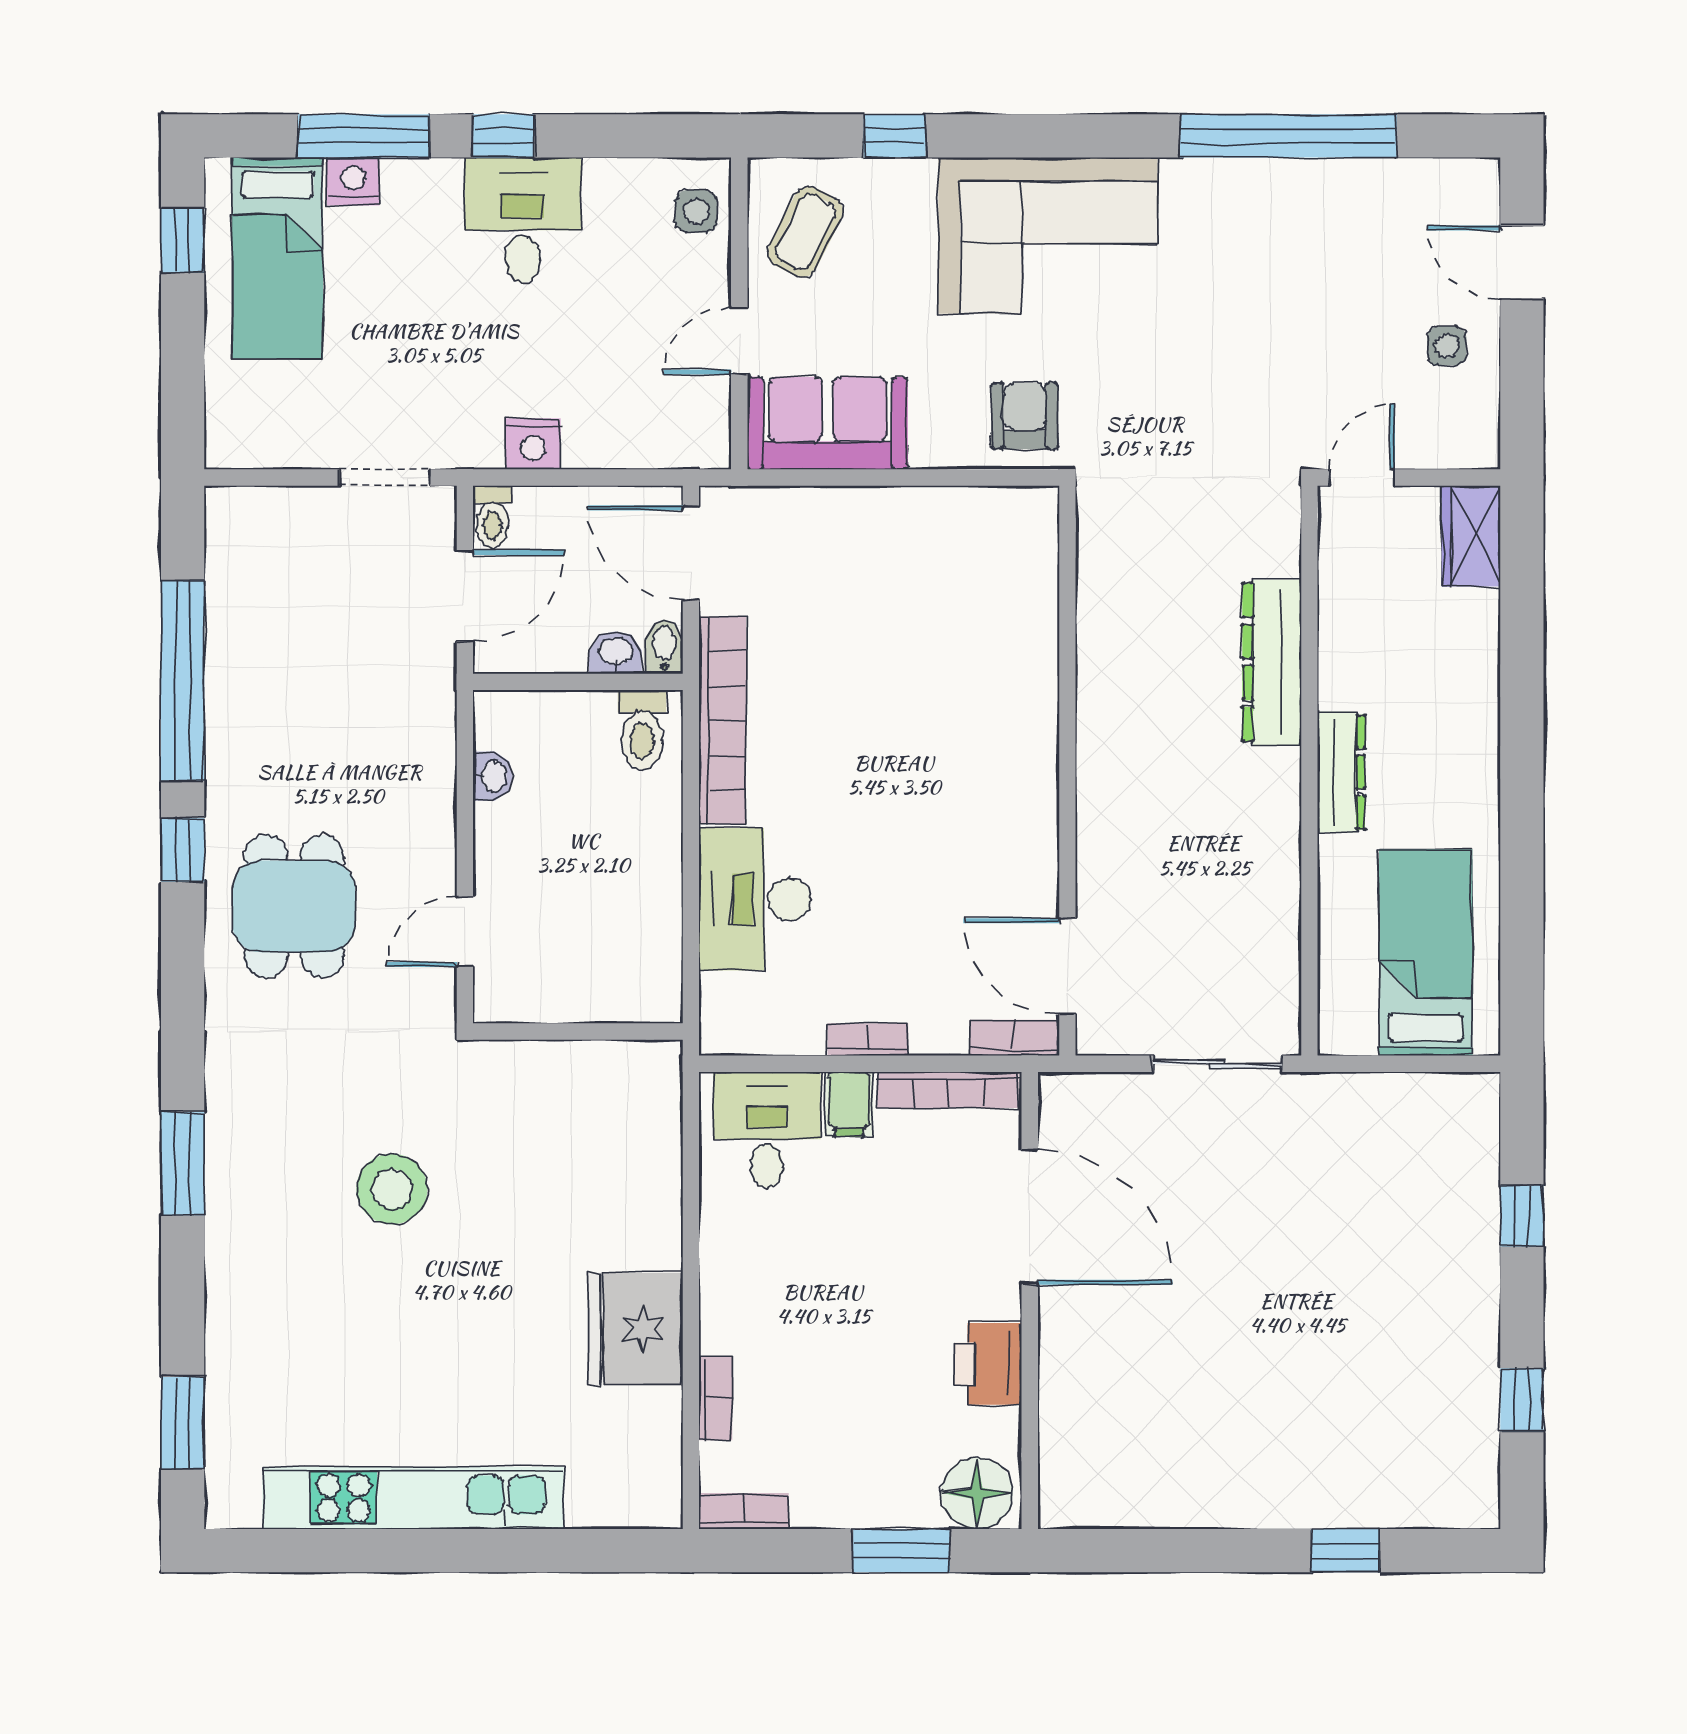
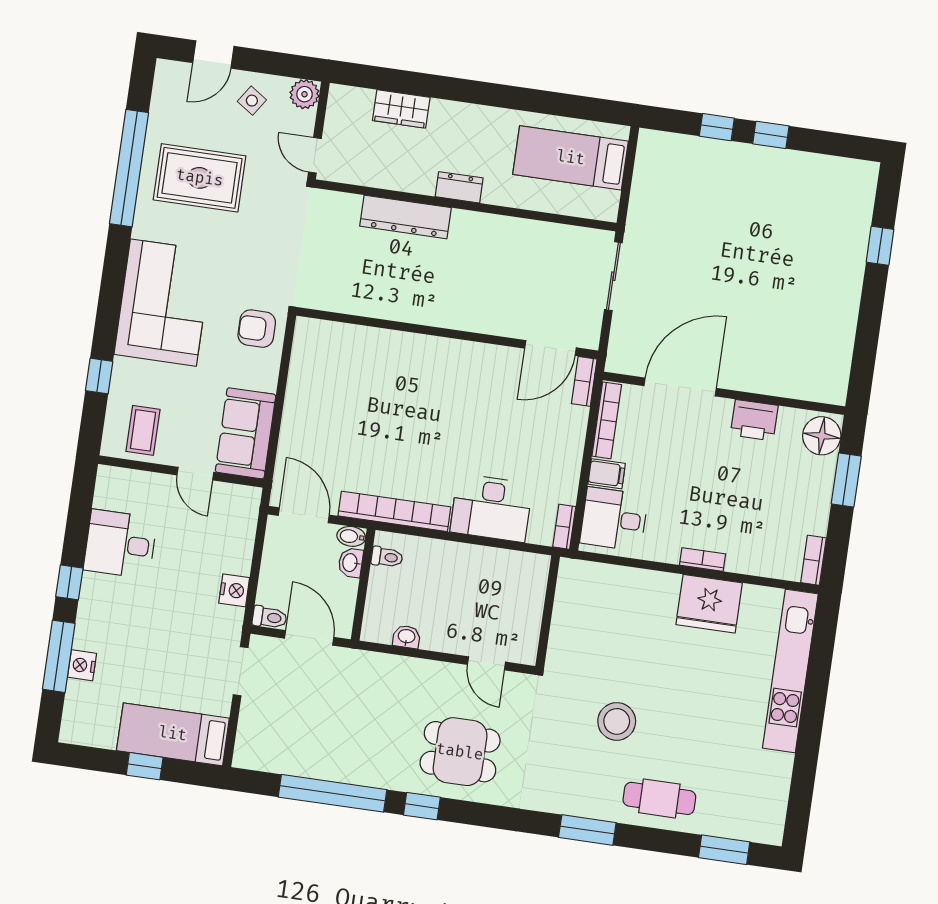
side table: (696, 211) -> (124, 486), removed
desk: (523, 220) -> (120, 544), moved
coffee table: (806, 232) -> (143, 430), turned 63
window: (183, 240) -> (145, 766), moved
bed: (278, 258) -> (173, 734), moved, turned 180
rug: (1289, 269) -> (200, 178), added
side table: (1447, 346) -> (252, 101), turned 34
plant: (1473, 442) -> (304, 94), added
wardrobe: (1471, 536) -> (401, 109), moved
door: (691, 553) -> (304, 515), swing flipped
toilet: (642, 730) -> (387, 557), width x0.73, depth x0.72
dresser: (1341, 772) -> (459, 187), width x0.70
bookcase: (868, 1040) -> (564, 527), moved
cafe table: (260, 1289) -> (659, 798), added
bookcase: (715, 1399) -> (703, 559), moved
window: (1522, 1400) -> (771, 135), moved
kitchen unit: (413, 1498) -> (790, 671), moved

